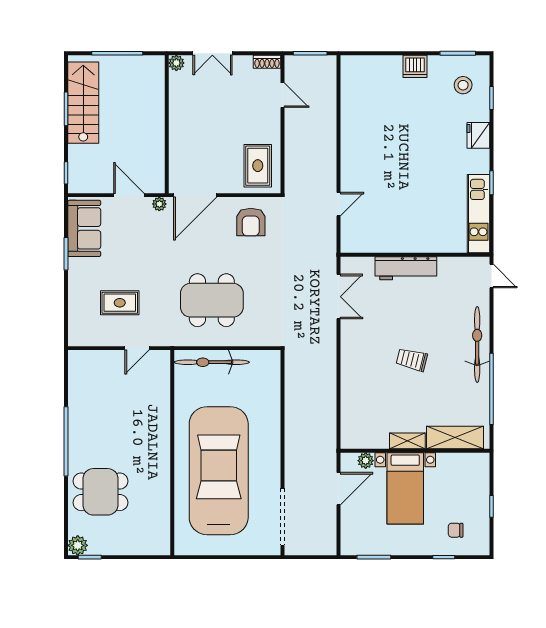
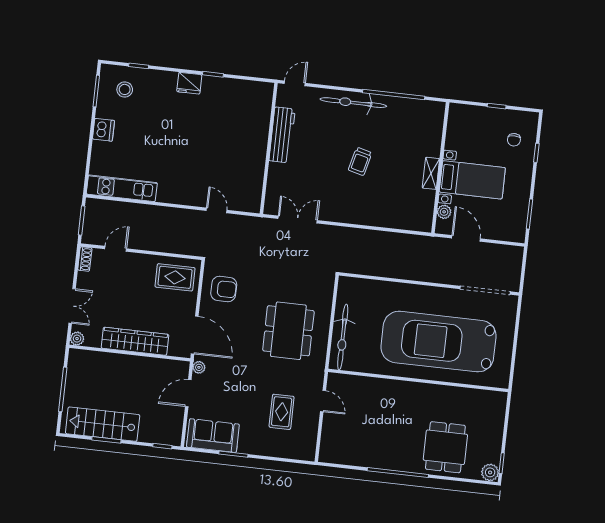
wardrobe: (181, 129) -> (135, 341), added
fridge: (478, 135) -> (189, 83), moved
kitchen unit: (478, 214) -> (122, 188), moved, turned 180
workbench: (406, 268) -> (282, 135), moved
shelving: (455, 438) -> (433, 131), removed

